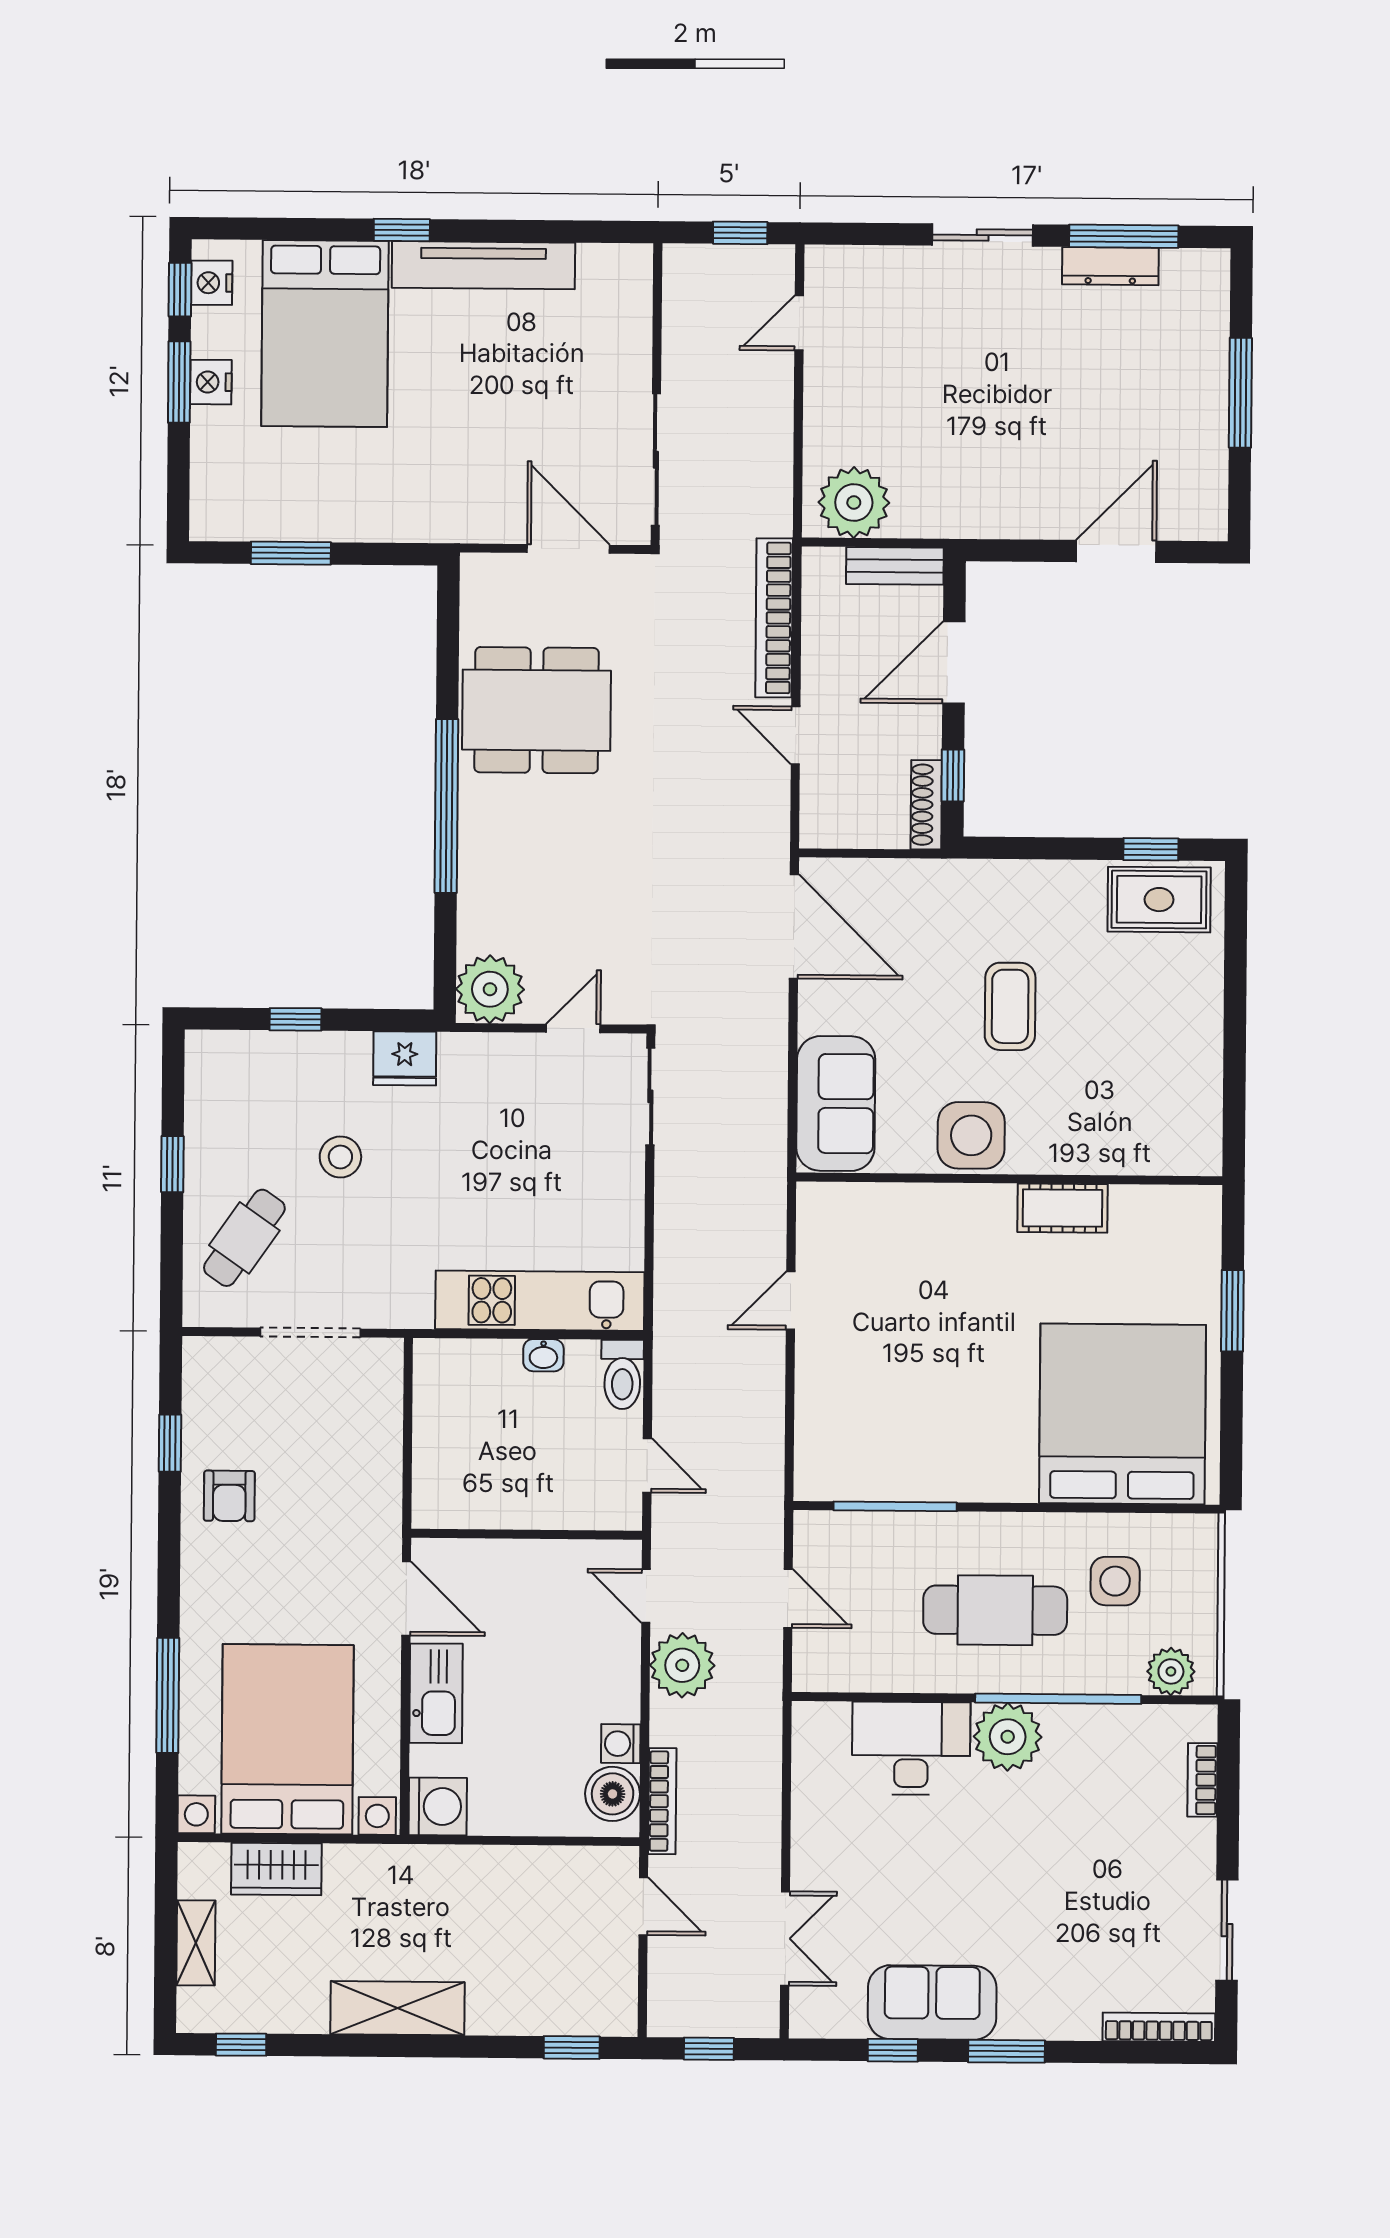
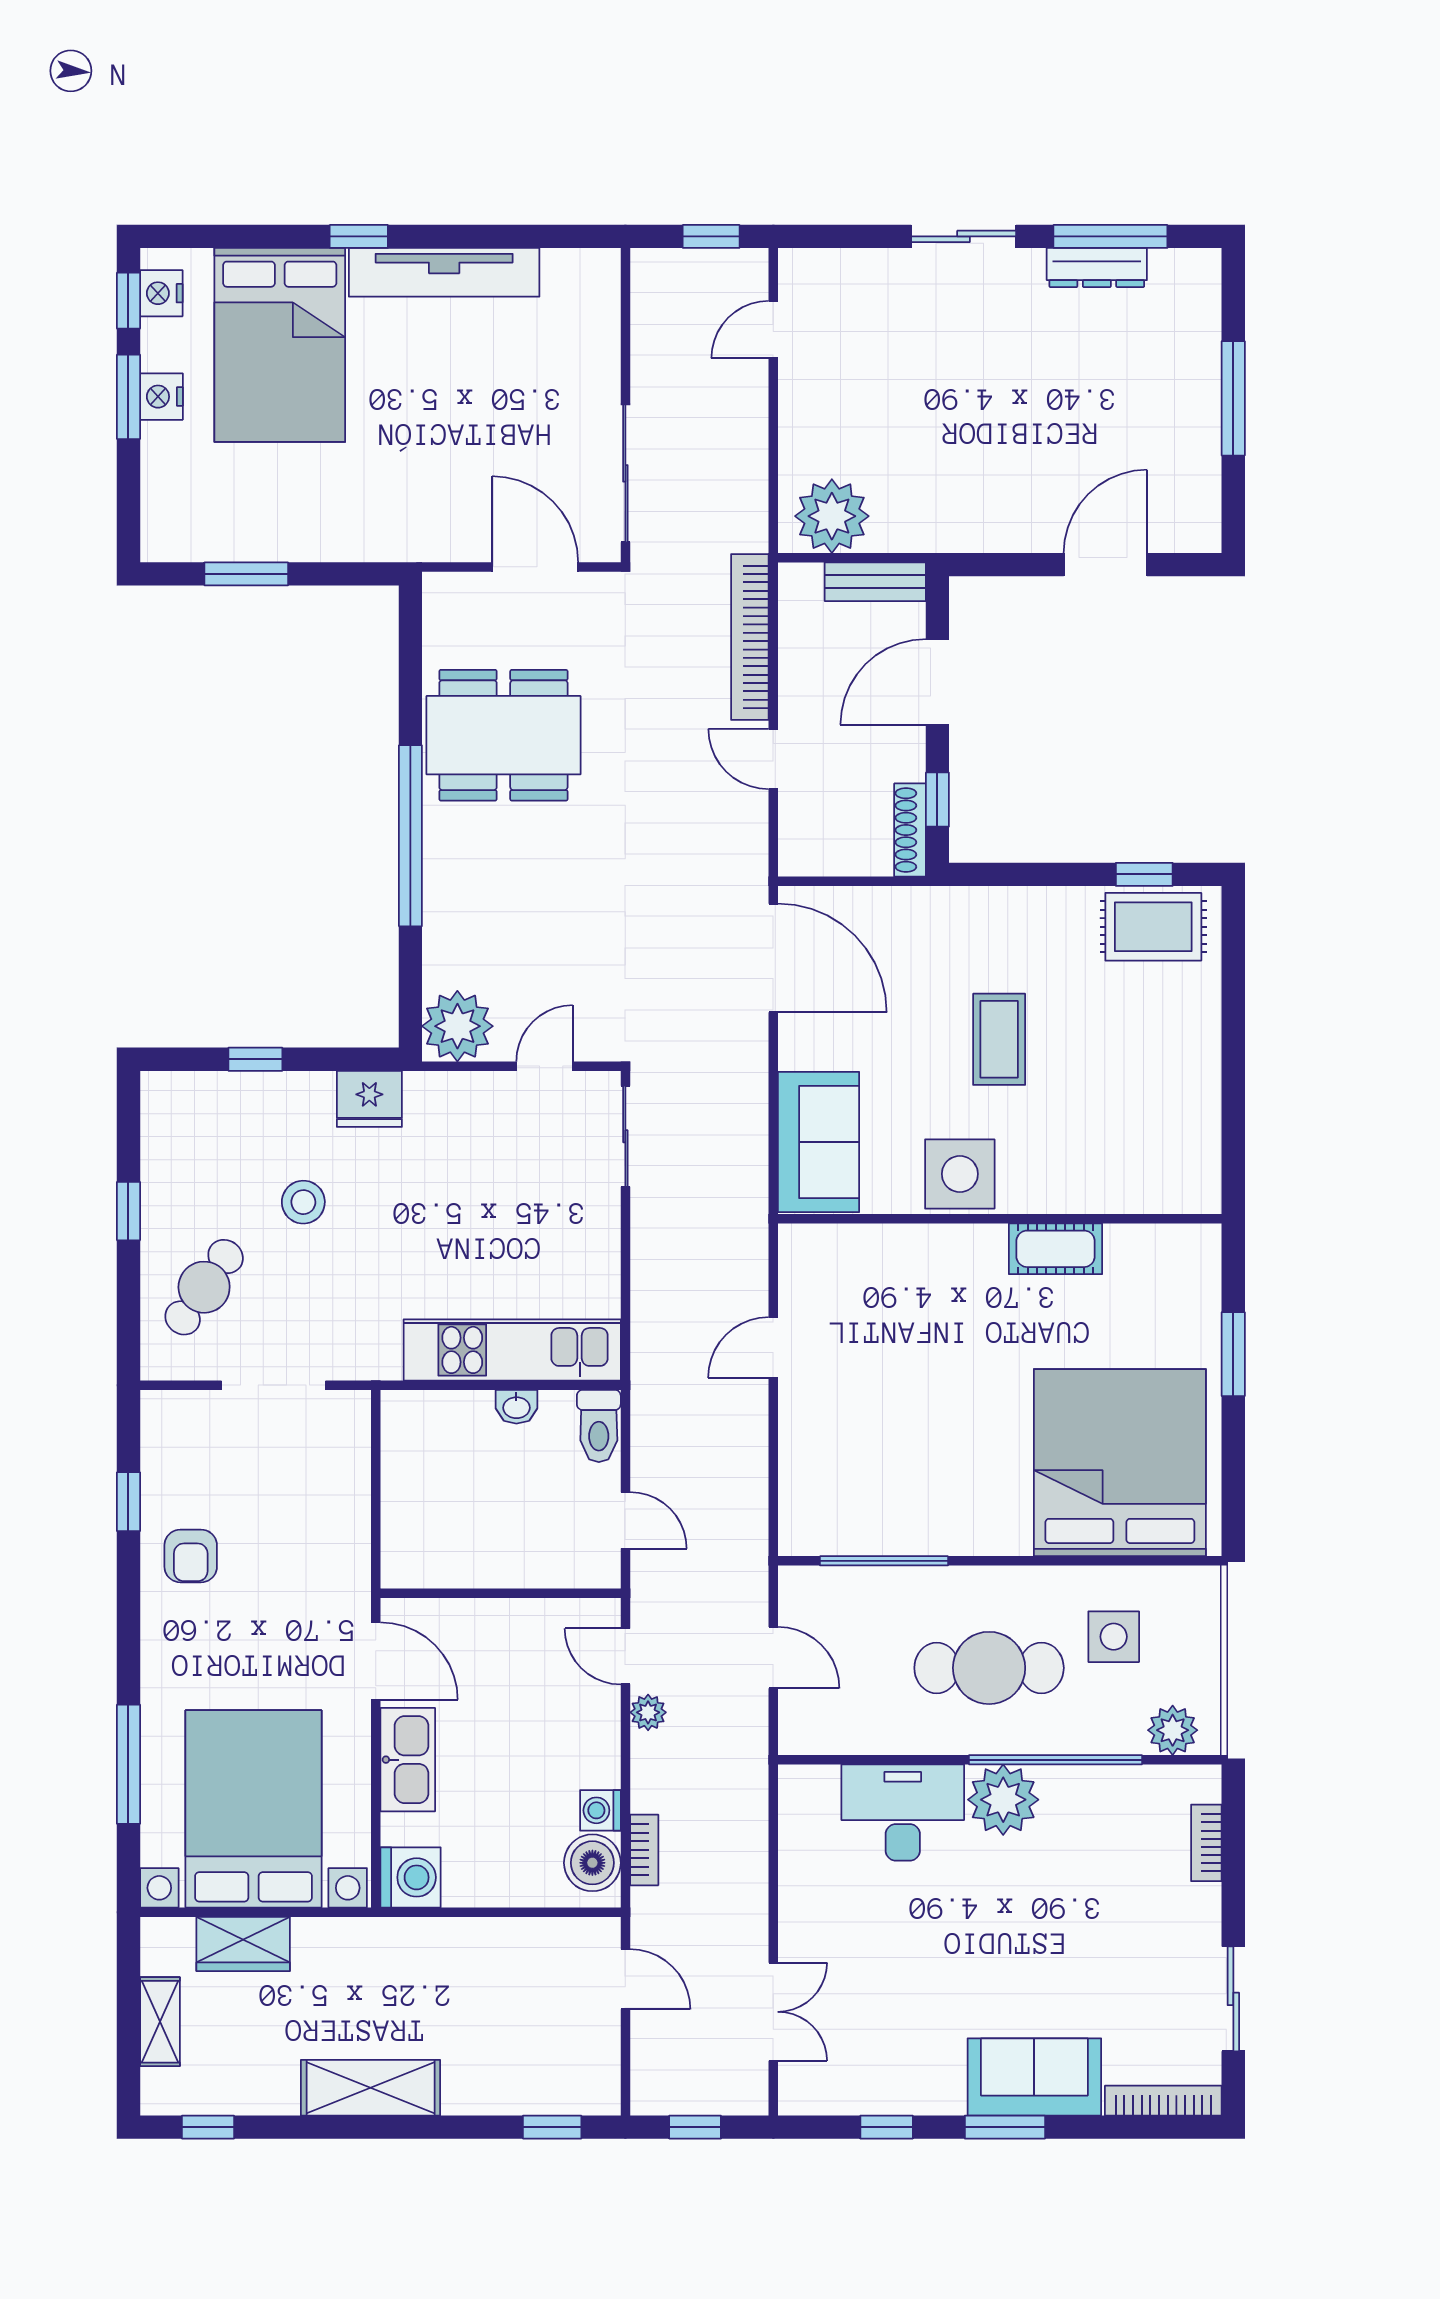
plant: (682, 1665) -> (648, 1712), width x0.53, depth x0.53
bookcase: (662, 1801) -> (644, 1850), width x0.64
sofa: (932, 2002) -> (1034, 2077), moved

